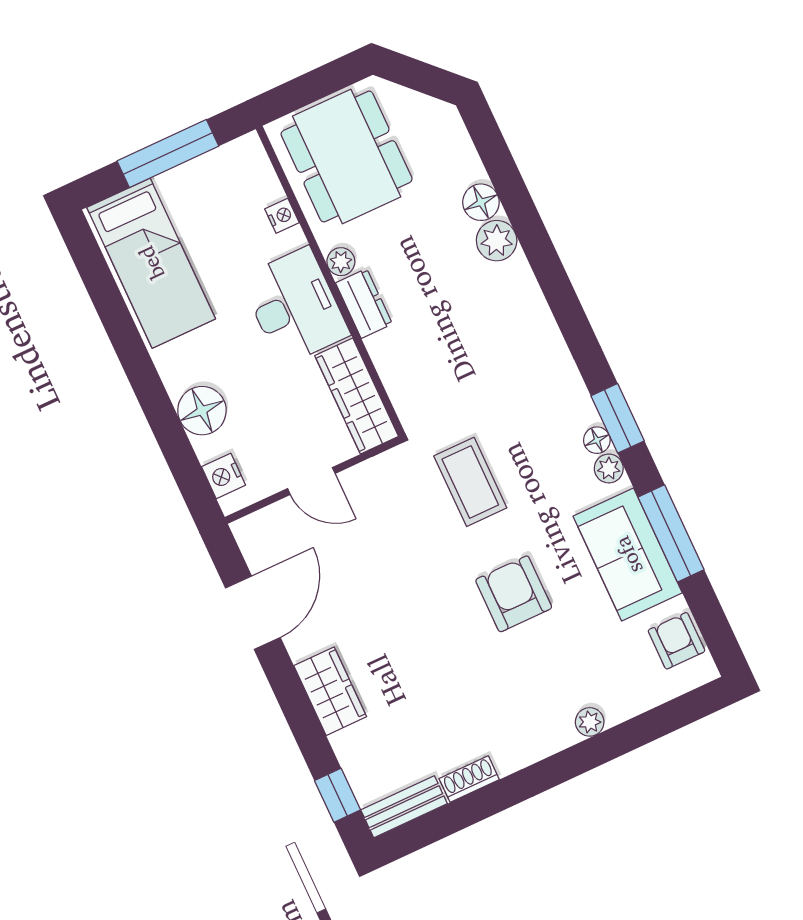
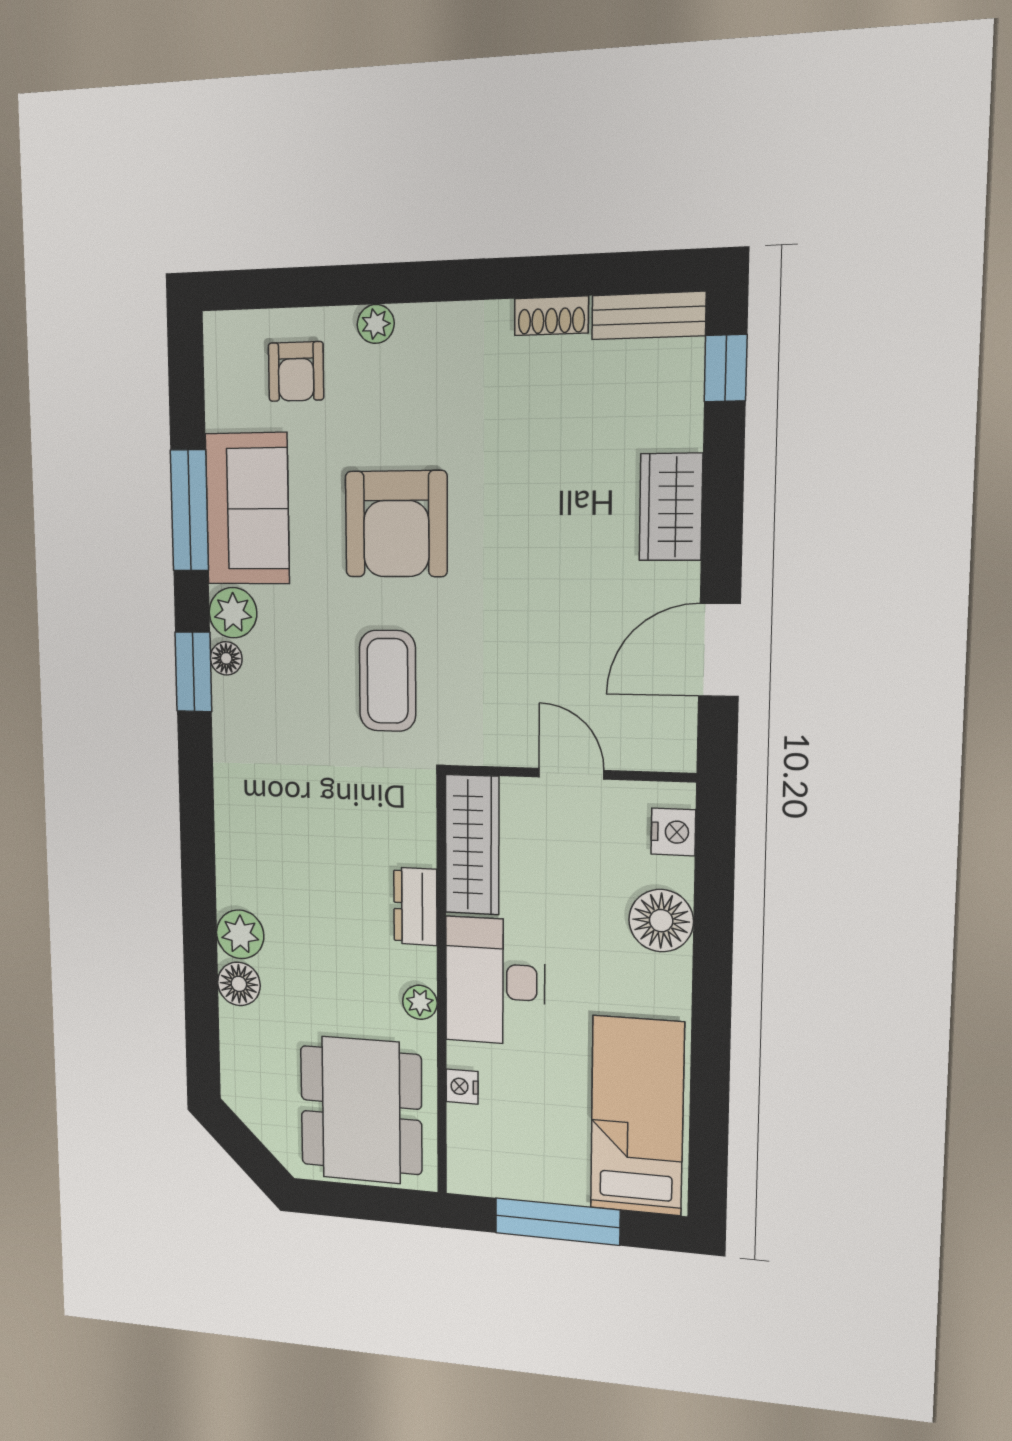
dresser: (364, 303) -> (415, 906), moved
plant: (609, 468) -> (233, 613), width x1.38, depth x1.38
armchair: (514, 594) -> (396, 524), width x1.36, depth x1.36
armchair: (676, 641) -> (296, 371), moved

